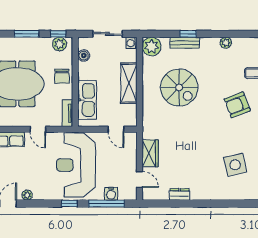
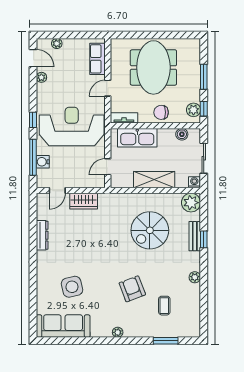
dresser: (180, 194) -> (42, 235), width x1.44

